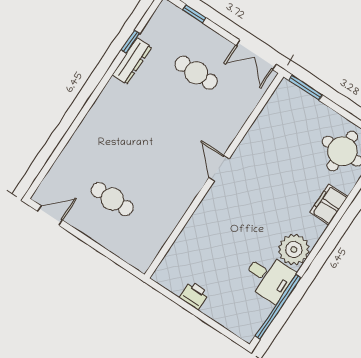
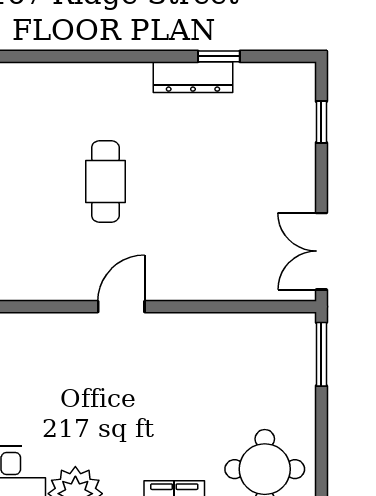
cafe table: (196, 73) -> (105, 181), moved

